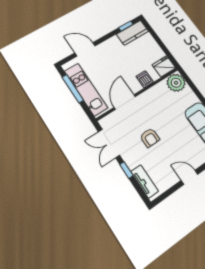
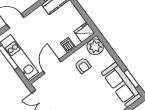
armchair: (150, 138) -> (83, 66), moved

